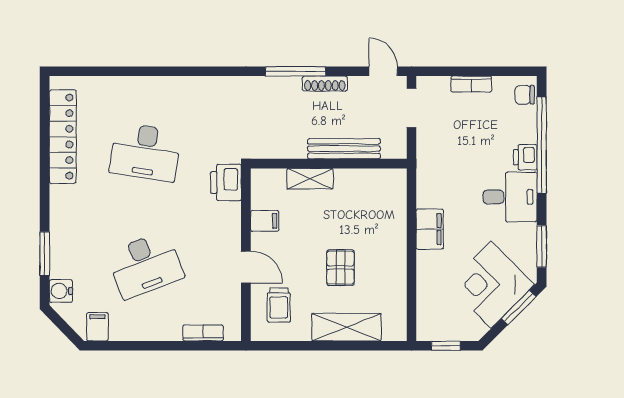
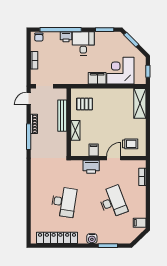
printer: (226, 183) -> (91, 167), moved
pallet: (340, 268) -> (85, 104), moved
corner desk: (491, 285) -> (120, 71), moved, turned 135
water cooler: (61, 291) -> (92, 239), moved
shelving: (346, 327) -> (140, 103), moved

